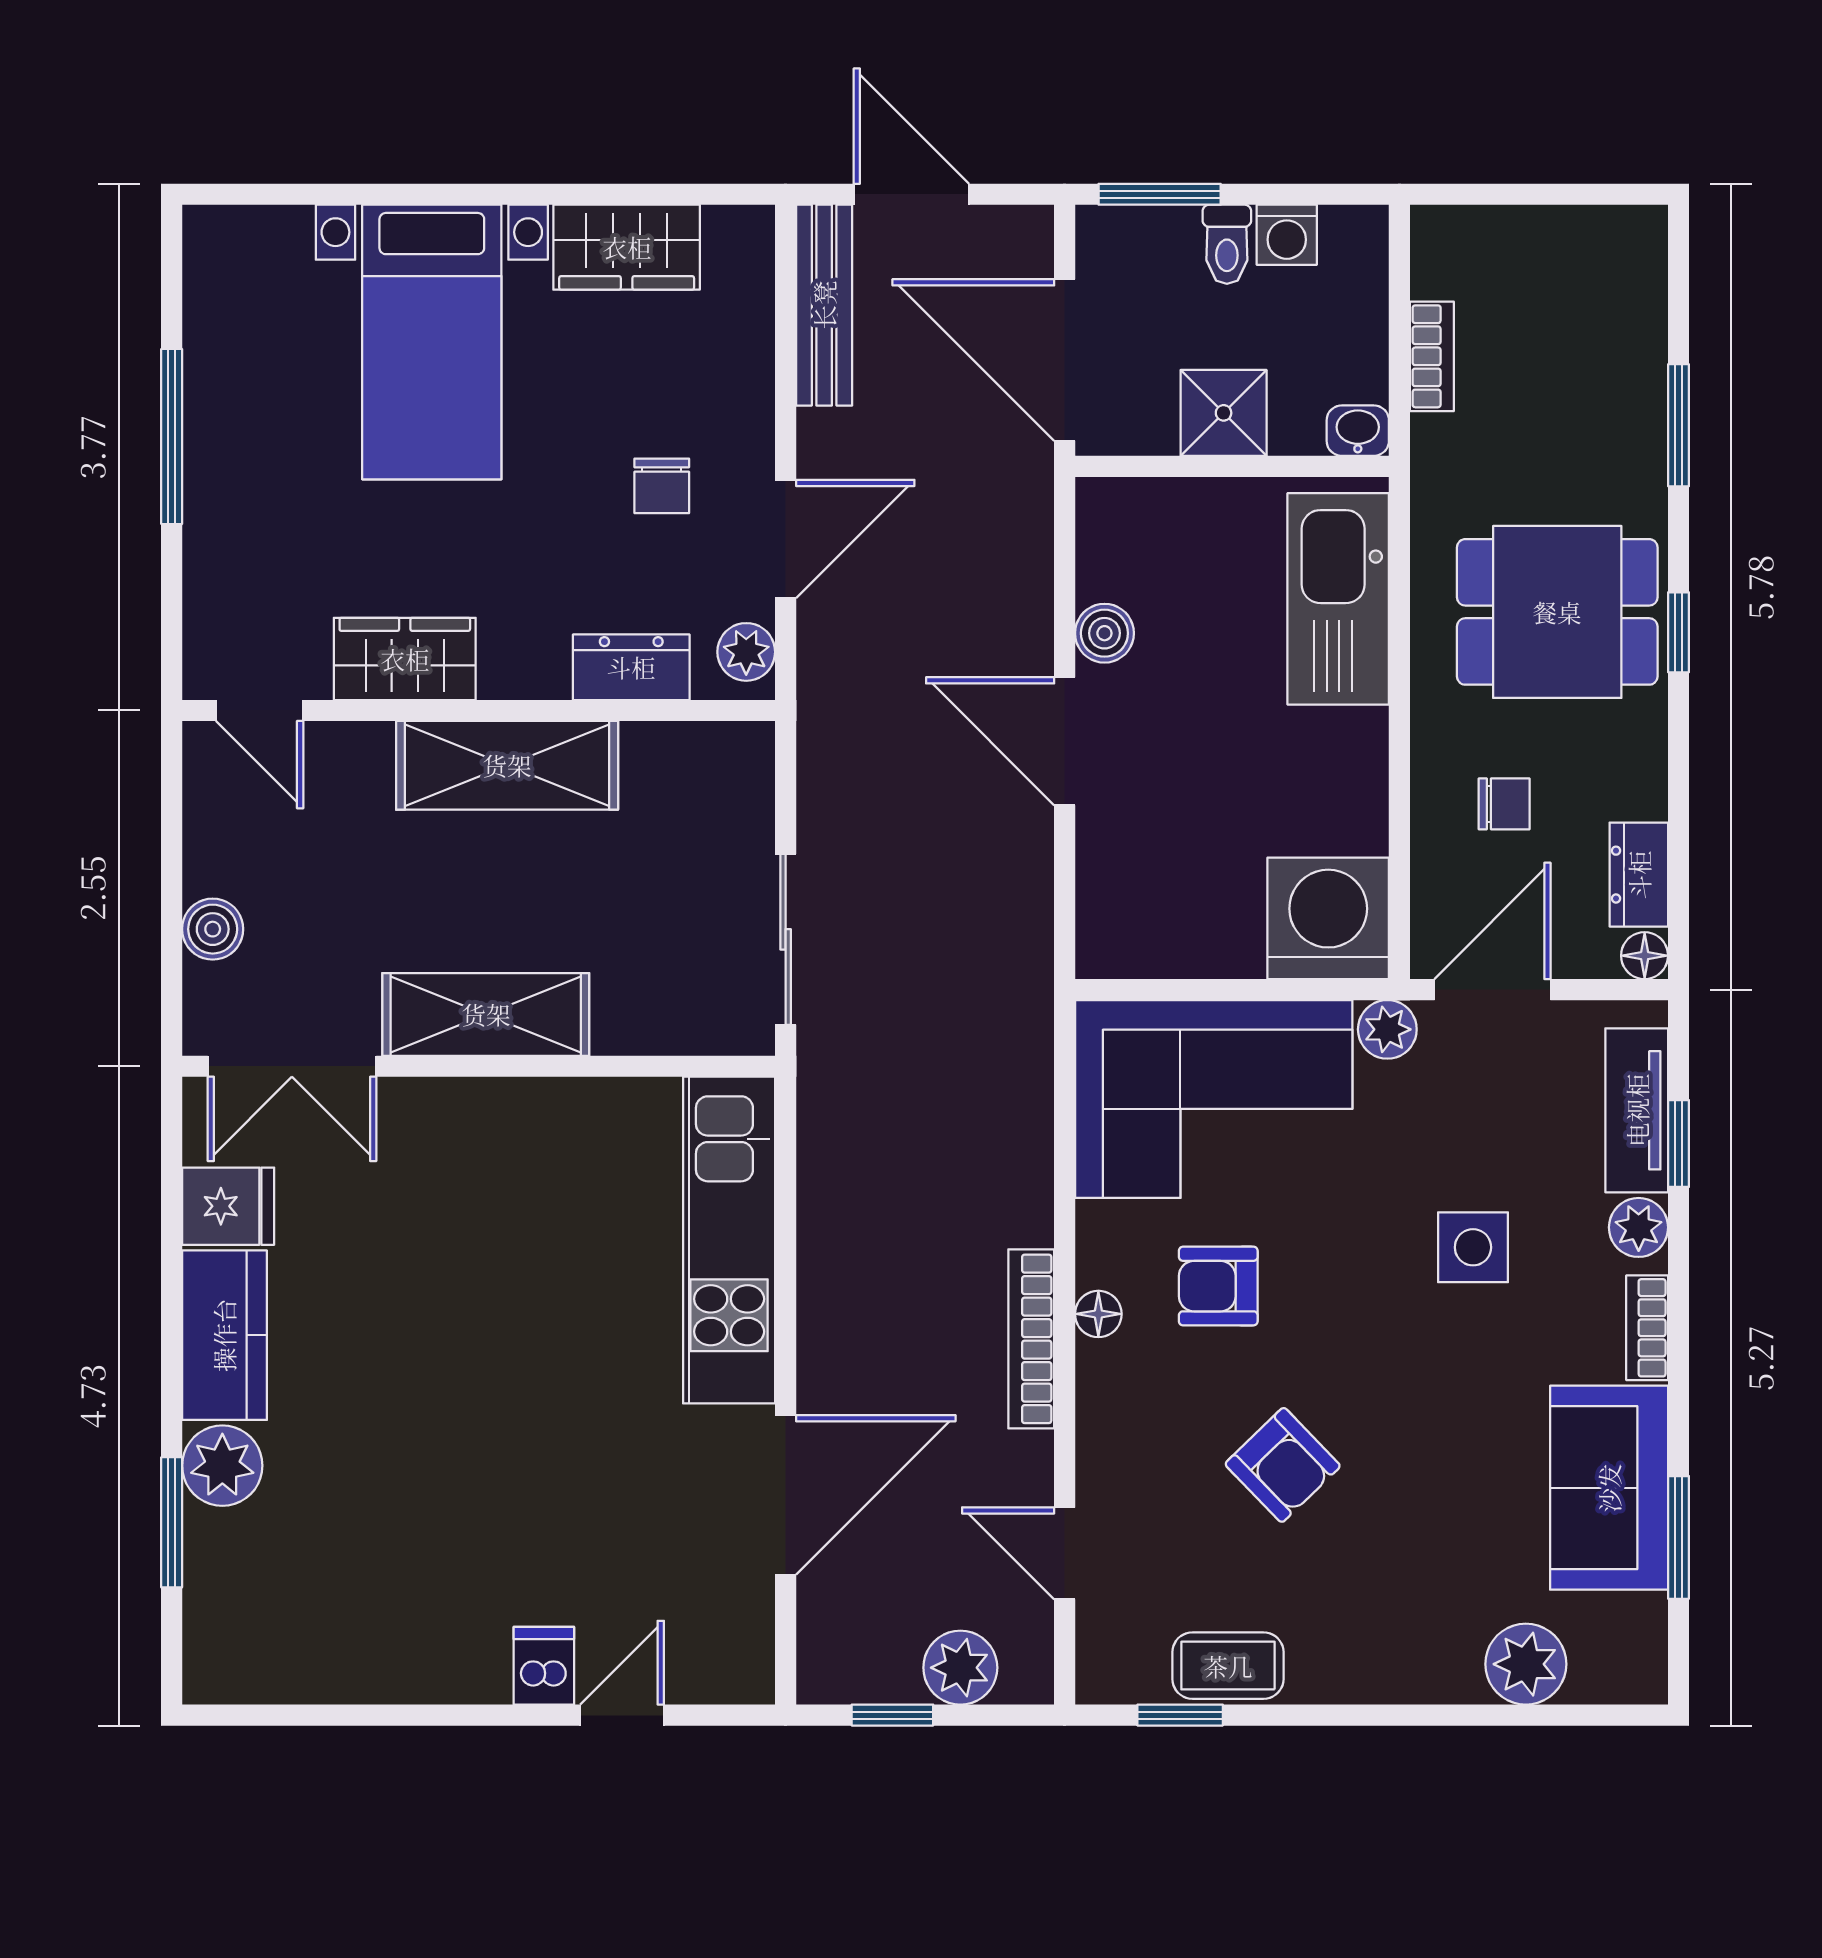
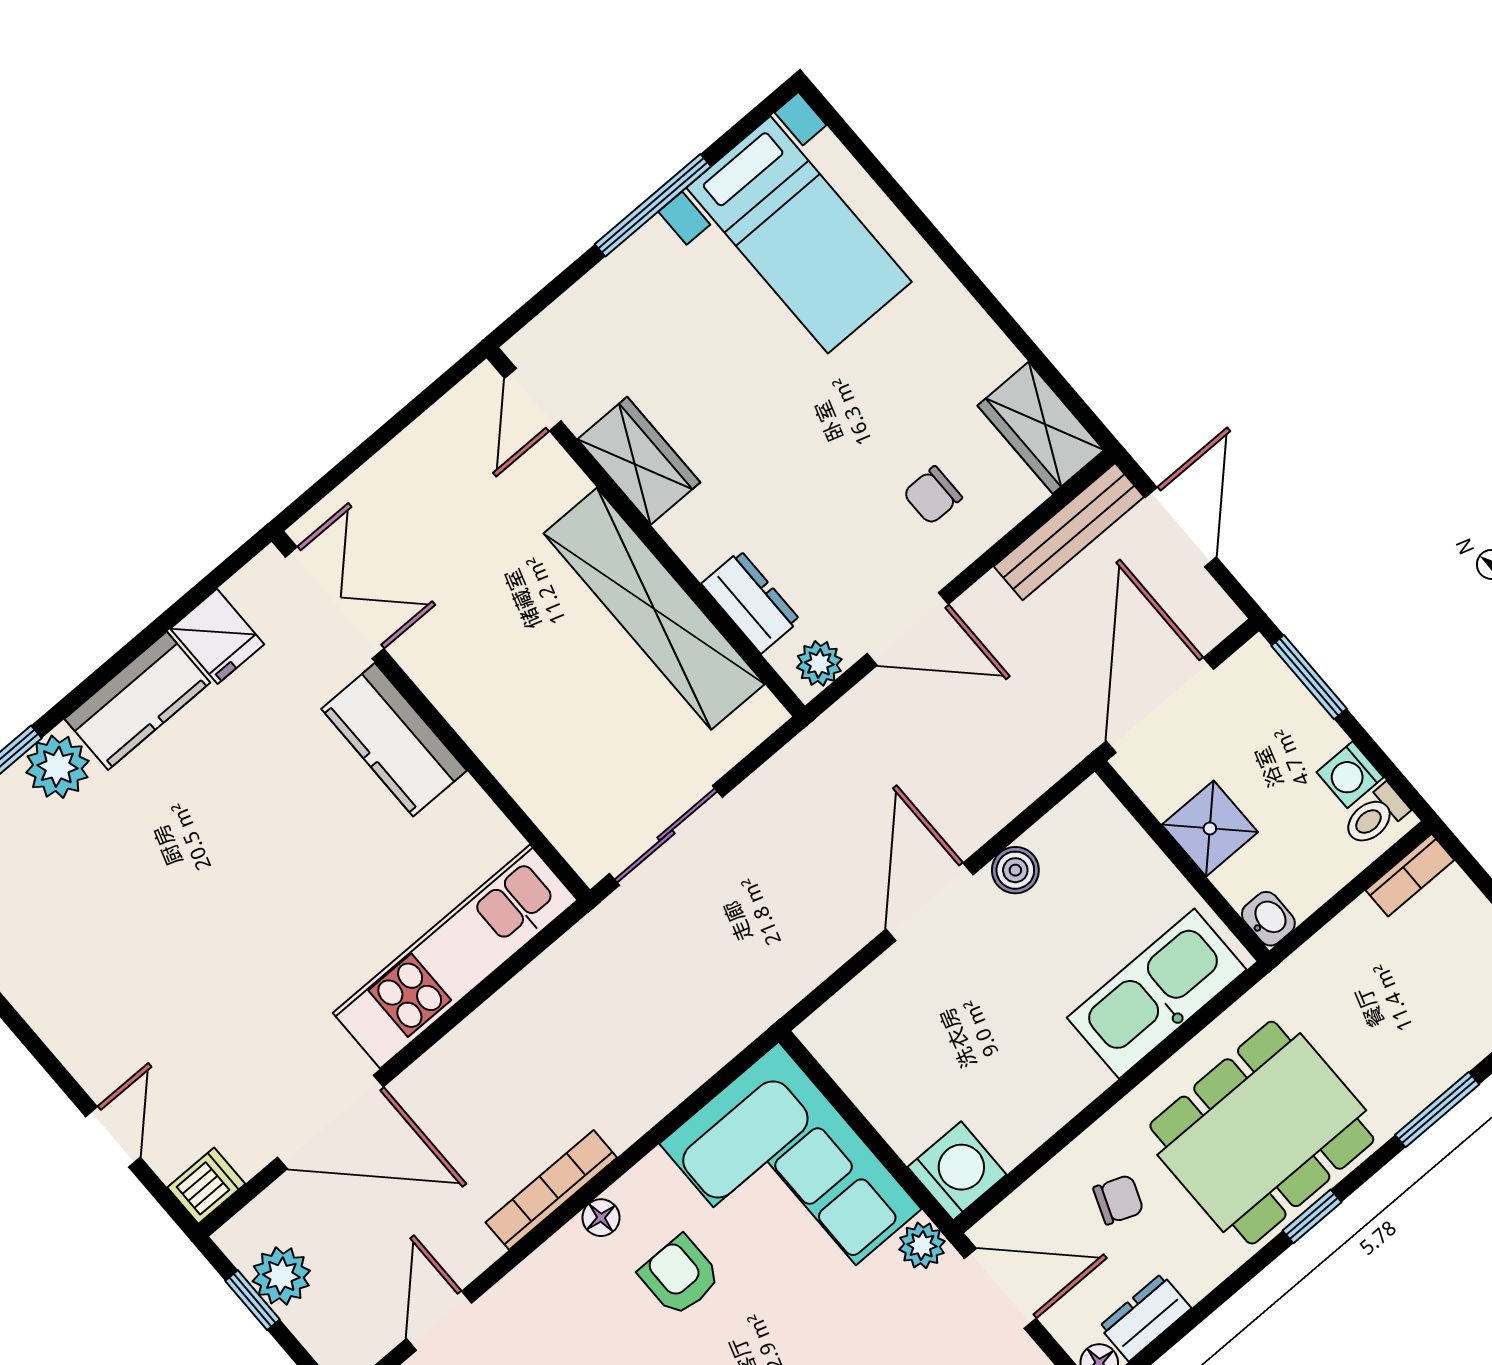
toilet: (1227, 244) -> (1375, 816), moved
wardrobe: (627, 247) -> (1041, 428), moved
bed with nightstands: (432, 342) -> (799, 235), moved, turned -90
bookcase: (1432, 356) -> (1410, 875), moved
chair: (662, 486) -> (933, 495), moved
dining table: (1557, 612) -> (1262, 1133), width x1.38
shelving: (507, 765) -> (654, 609), width x1.47
chair: (1504, 804) -> (1118, 1200), turned -69
washing machine: (1328, 918) -> (957, 1171), width x0.73, depth x0.73
boiler: (213, 929) -> (377, 484), removed
shelving: (486, 1014) -> (466, 693), removed
double door: (292, 1066) -> (335, 603), swing flipped
kitchen counter: (472, 1121) -> (394, 740), added
dishwasher: (544, 1666) -> (206, 1186), moved
plant: (960, 1668) -> (281, 1276), moved
door: (622, 1715) -> (113, 1137), hinge flipped

